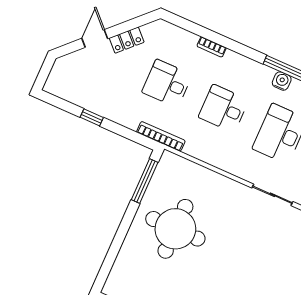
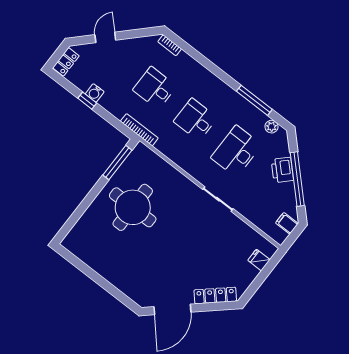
locker: (127, 40) -> (66, 62), moved, turned -45
bookcase: (212, 47) -> (170, 45), moved
water cooler: (282, 81) -> (95, 93), moved, turned 180

